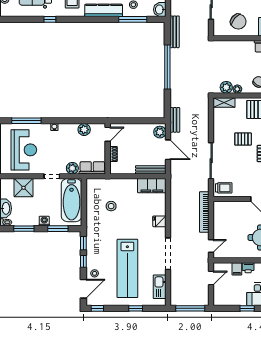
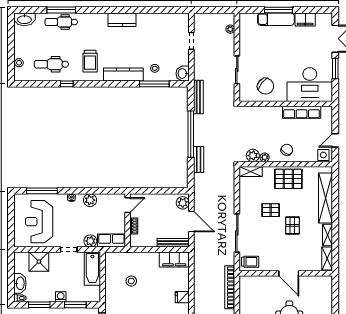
bench: (175, 120) -> (199, 160), moved
plant: (84, 130) -> (90, 200), moved
reception desk: (24, 150) -> (39, 222), turned 180
bathtub: (72, 200) -> (92, 269), width x0.73, depth x0.73

